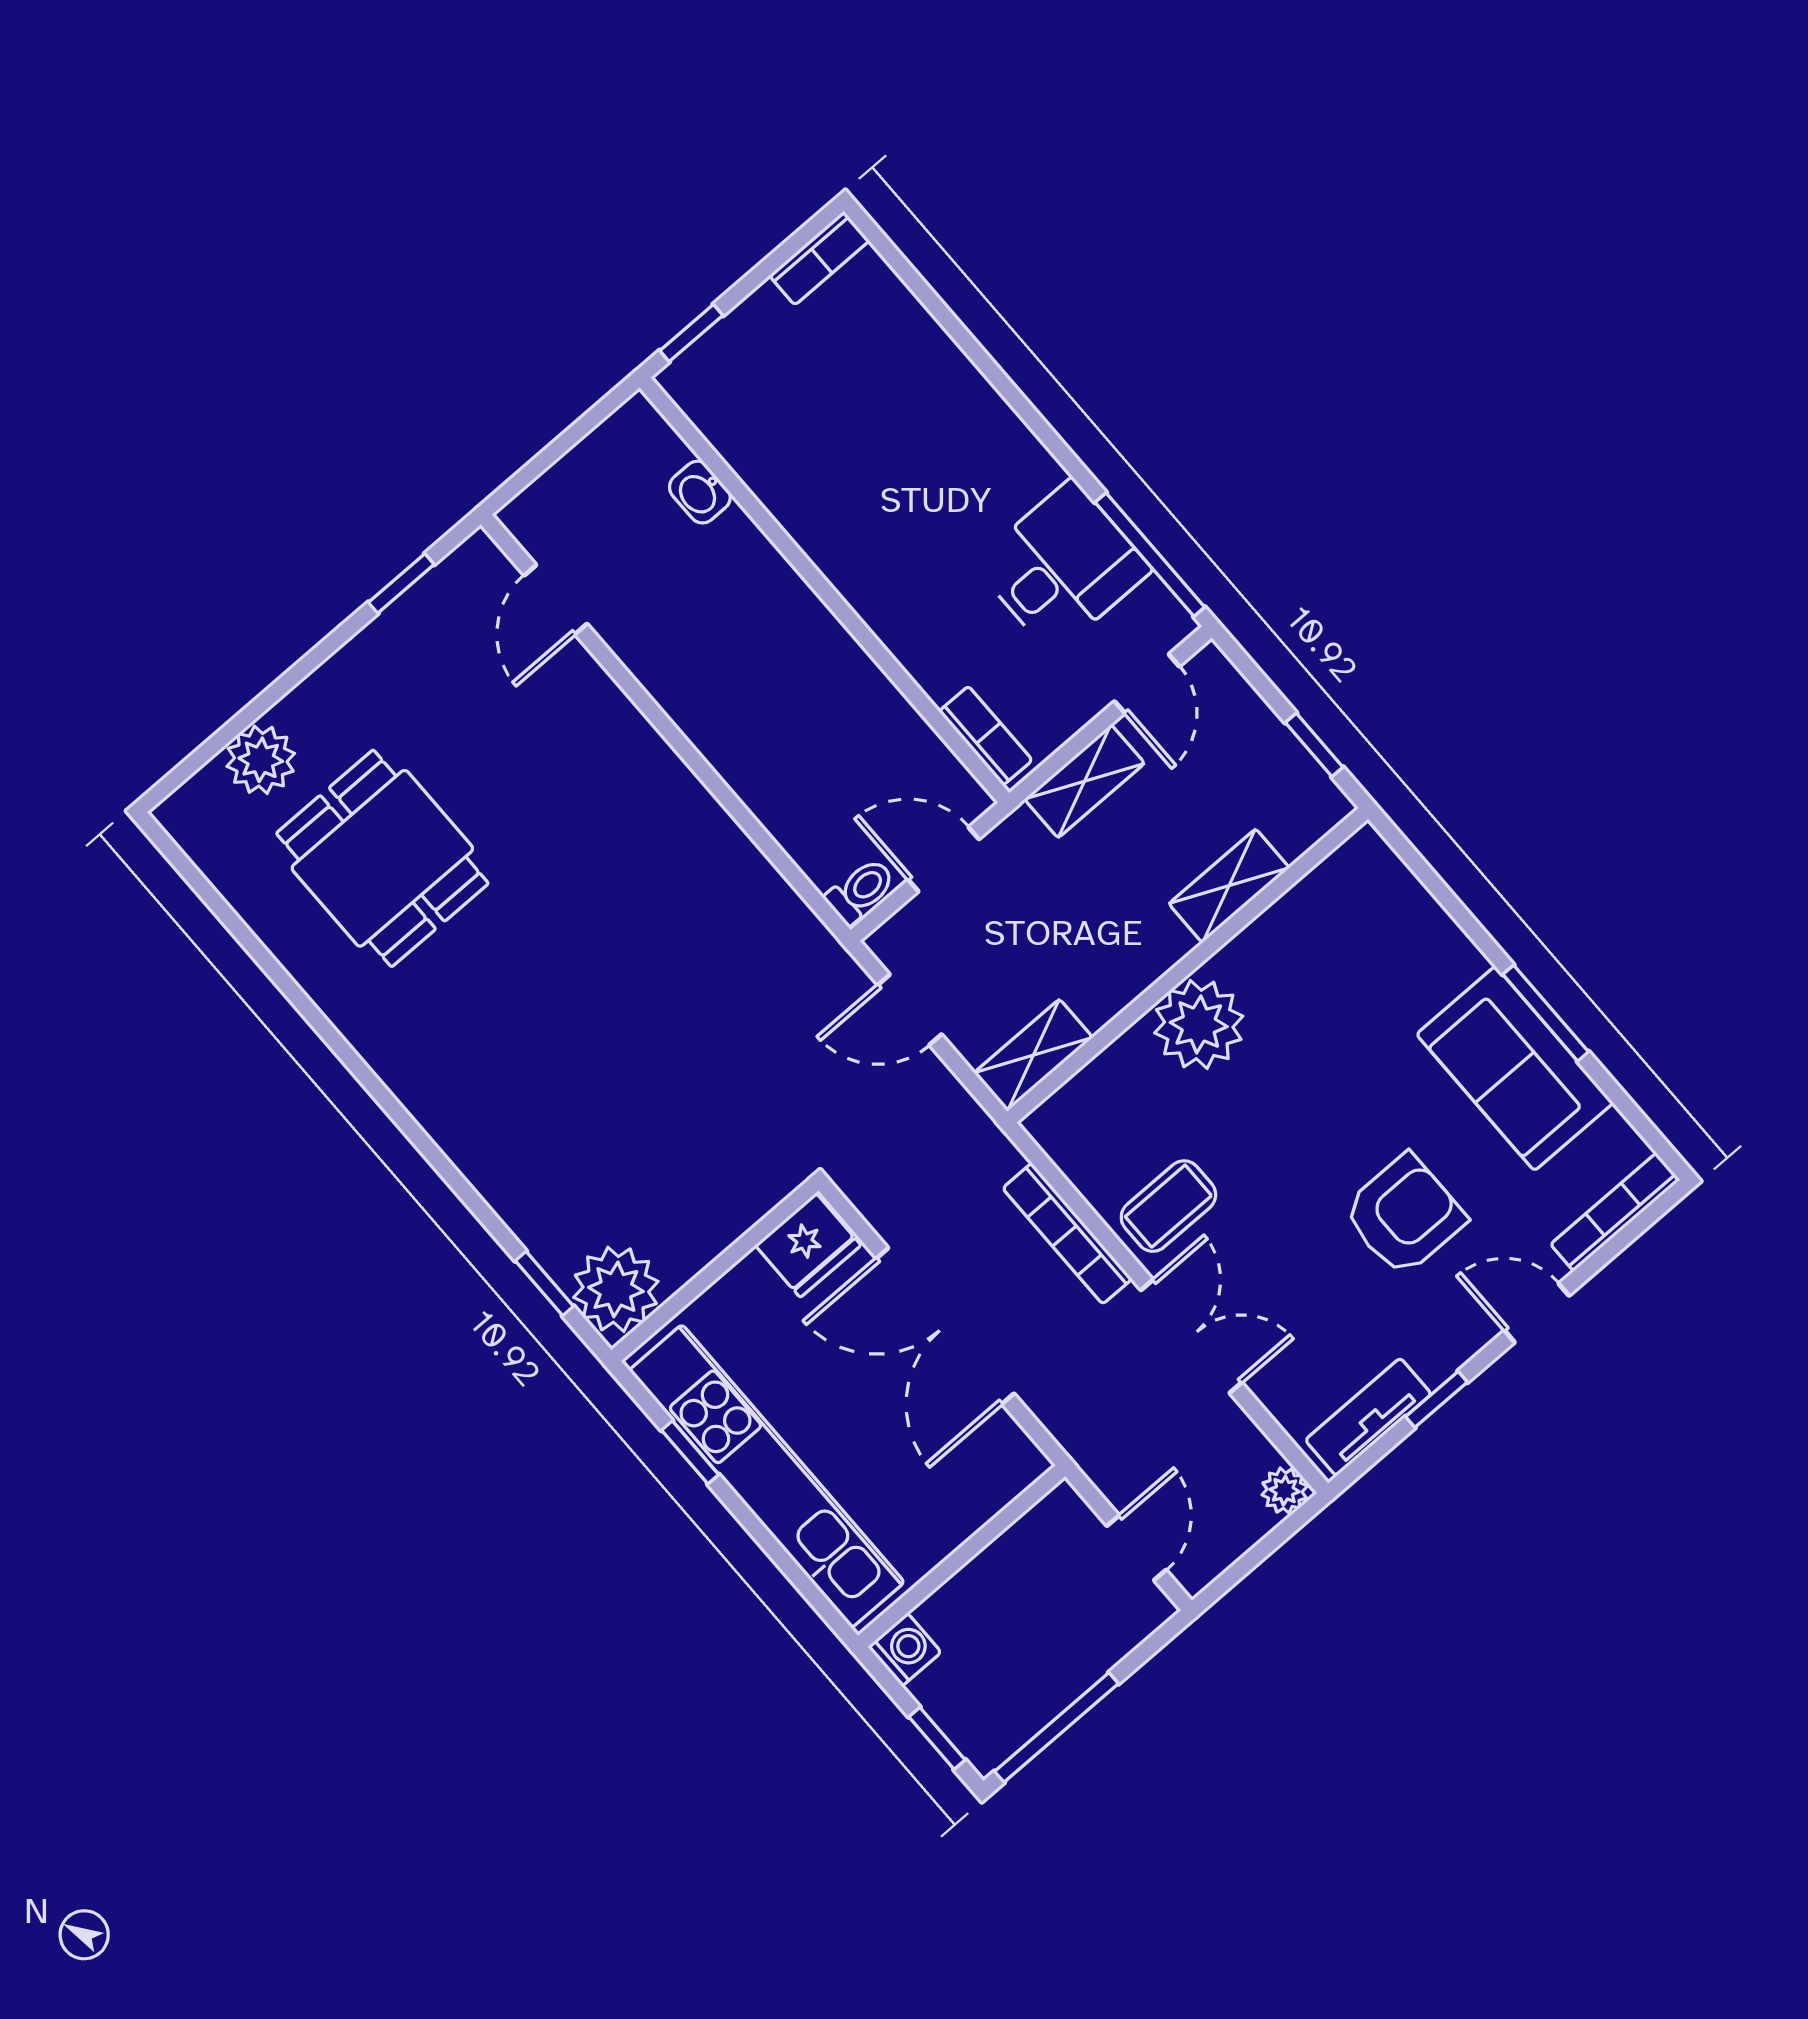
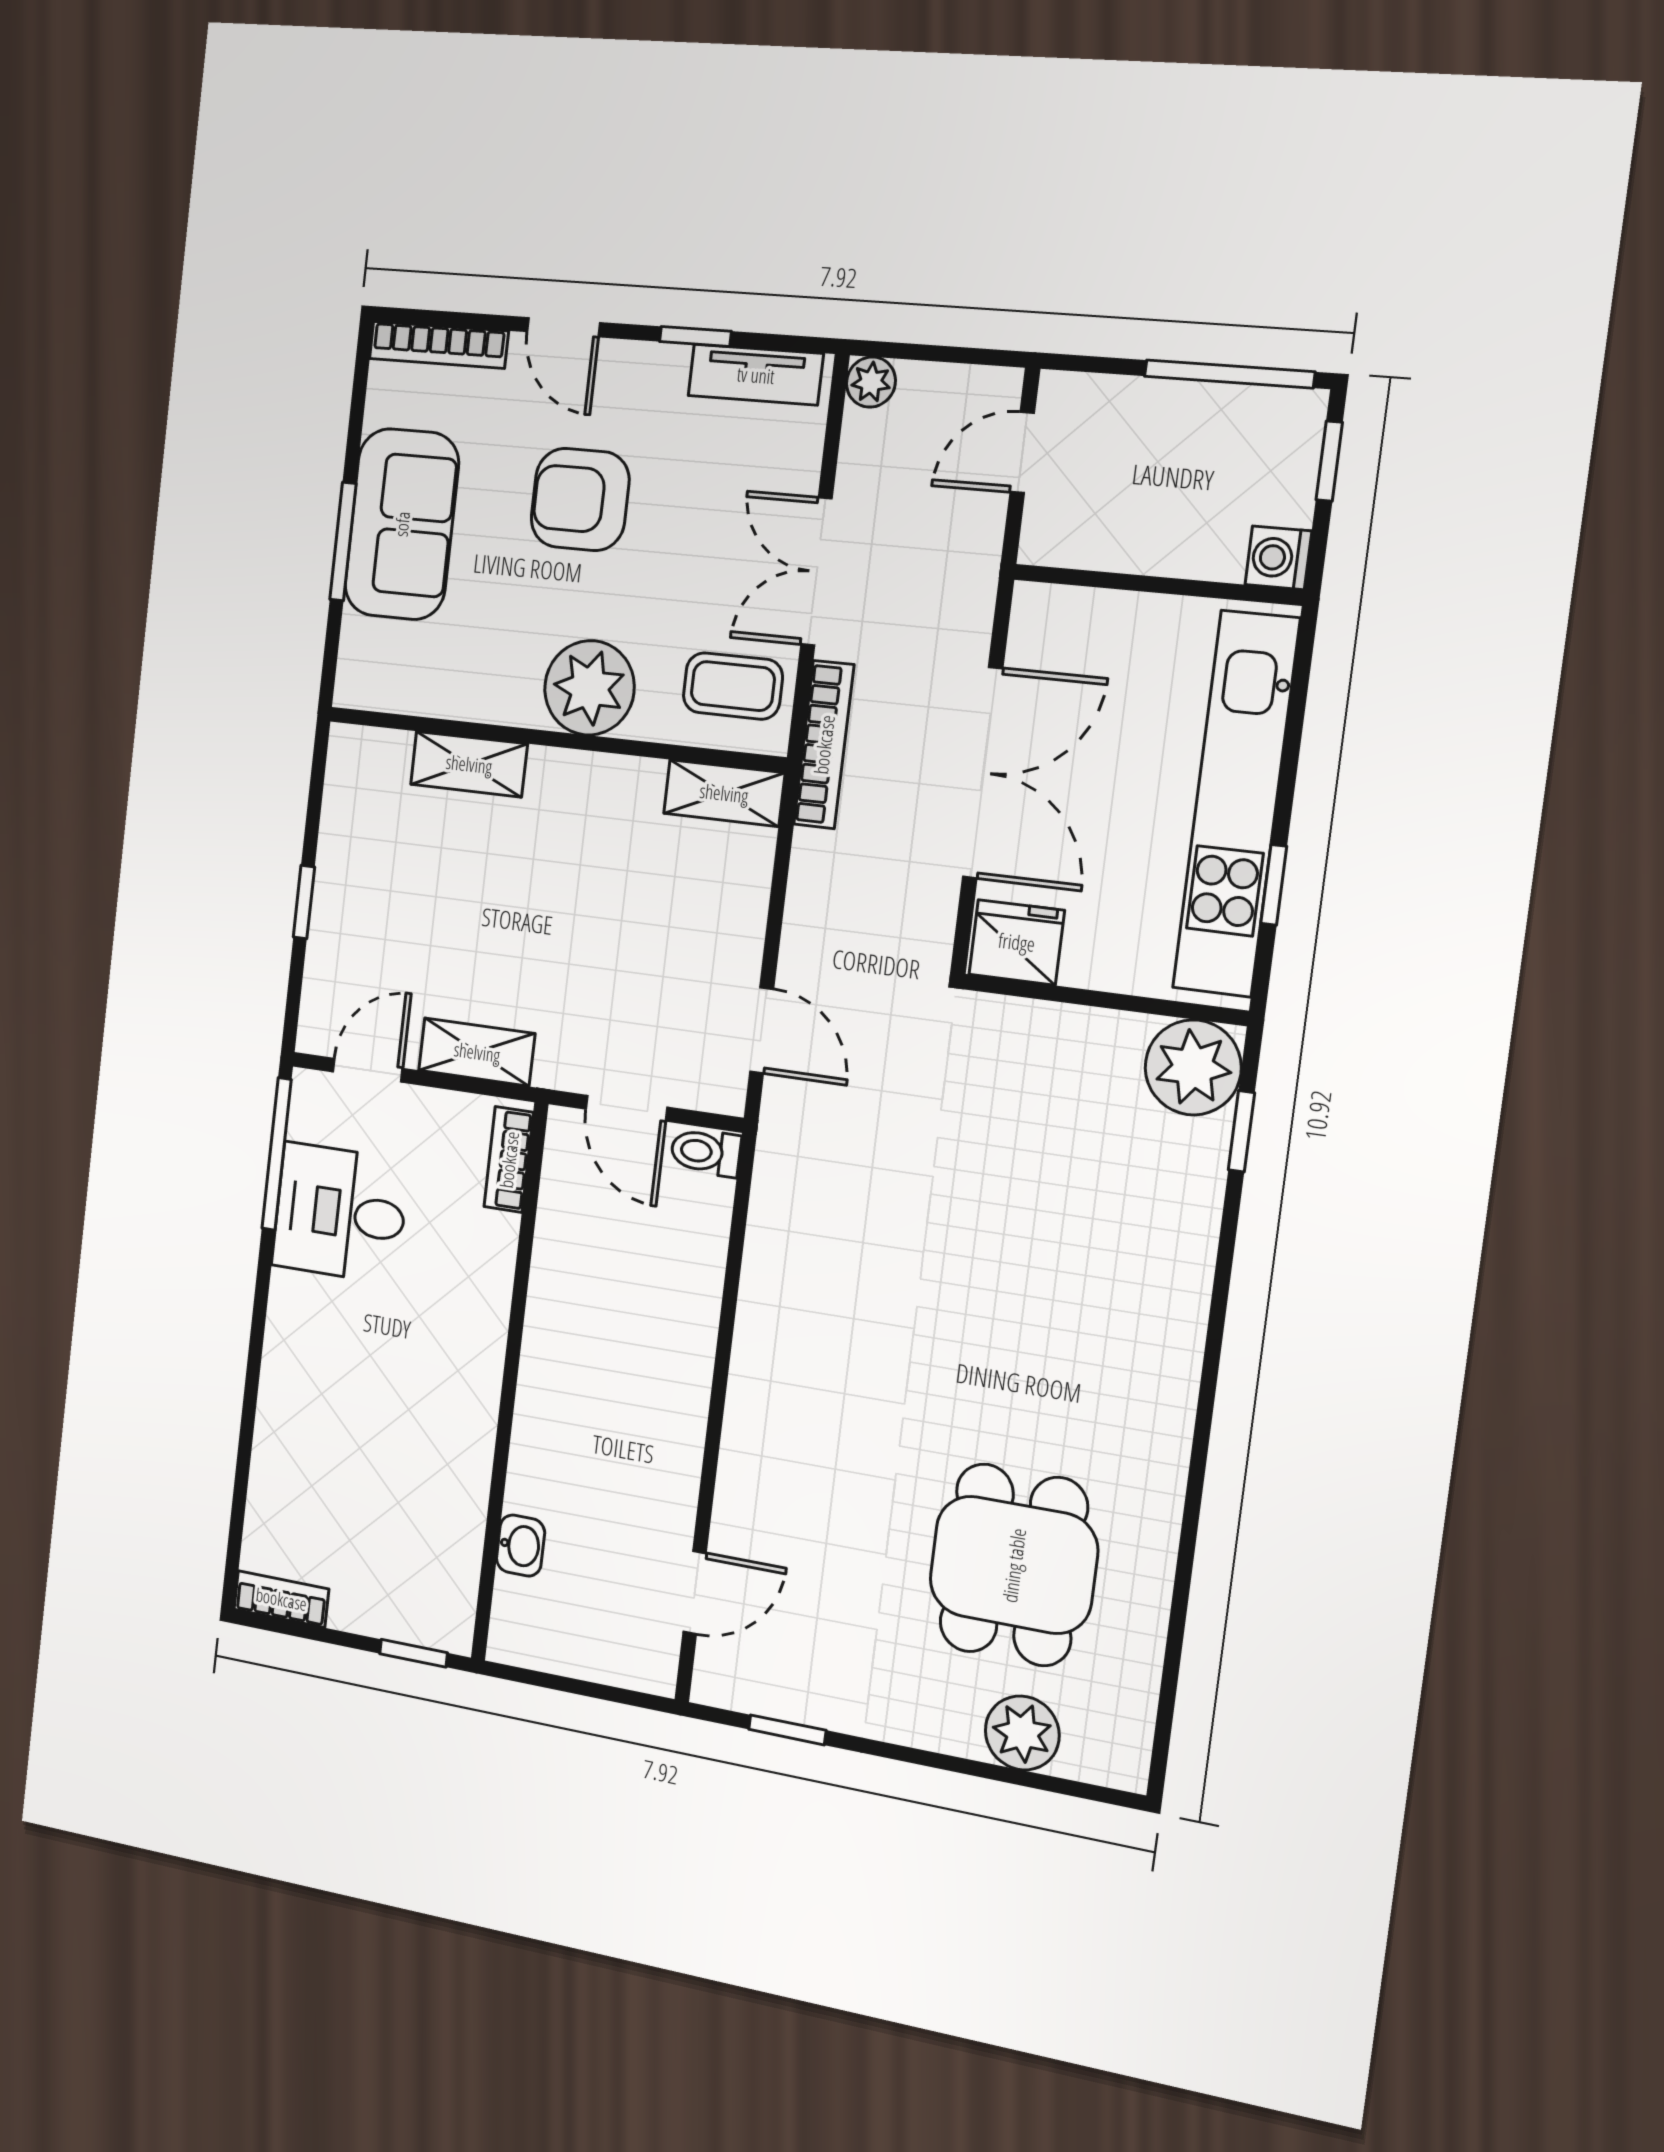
shelving: (1229, 886) -> (469, 764), moved
wall: (1188, 965) -> (553, 739), moved
plant: (1199, 1025) -> (589, 688), moved
shelving: (1033, 1055) -> (724, 793), moved

